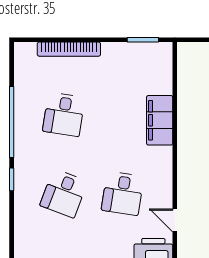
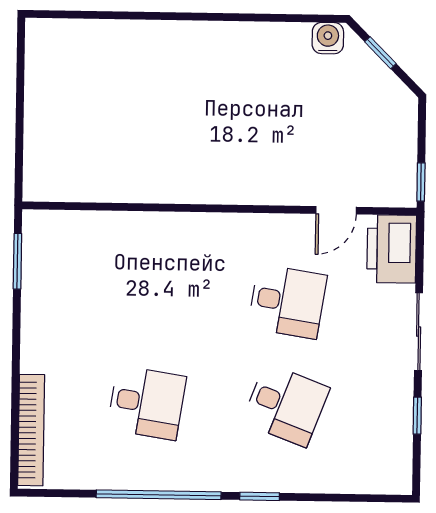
bookcase: (69, 49) -> (31, 430), moved
filing cabinet: (160, 120) -> (160, 234), removed

